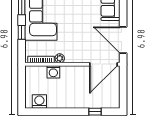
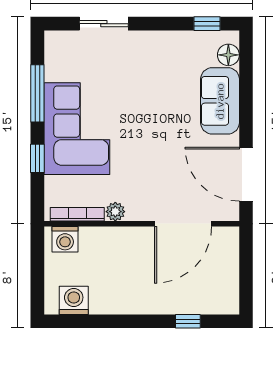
door: (104, 64) -> (183, 224), moved
washing machine: (53, 72) -> (65, 239), moved

